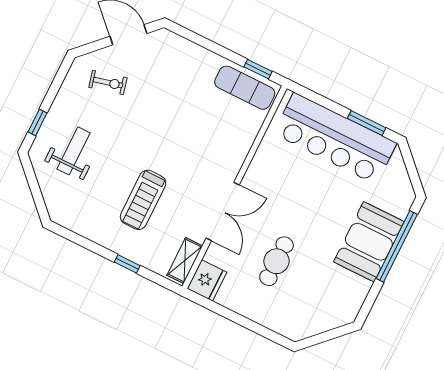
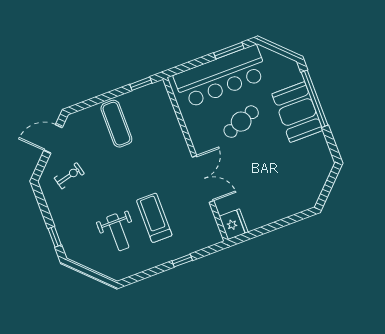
exercise mat: (245, 88) -> (116, 124), moved, turned 90
weight bench: (73, 151) -> (118, 232), moved, turned 180
treadmill: (143, 200) -> (154, 218), turned 180
shelving: (185, 261) -> (211, 226), removed
cafe table: (276, 261) -> (241, 122), moved, turned 69

